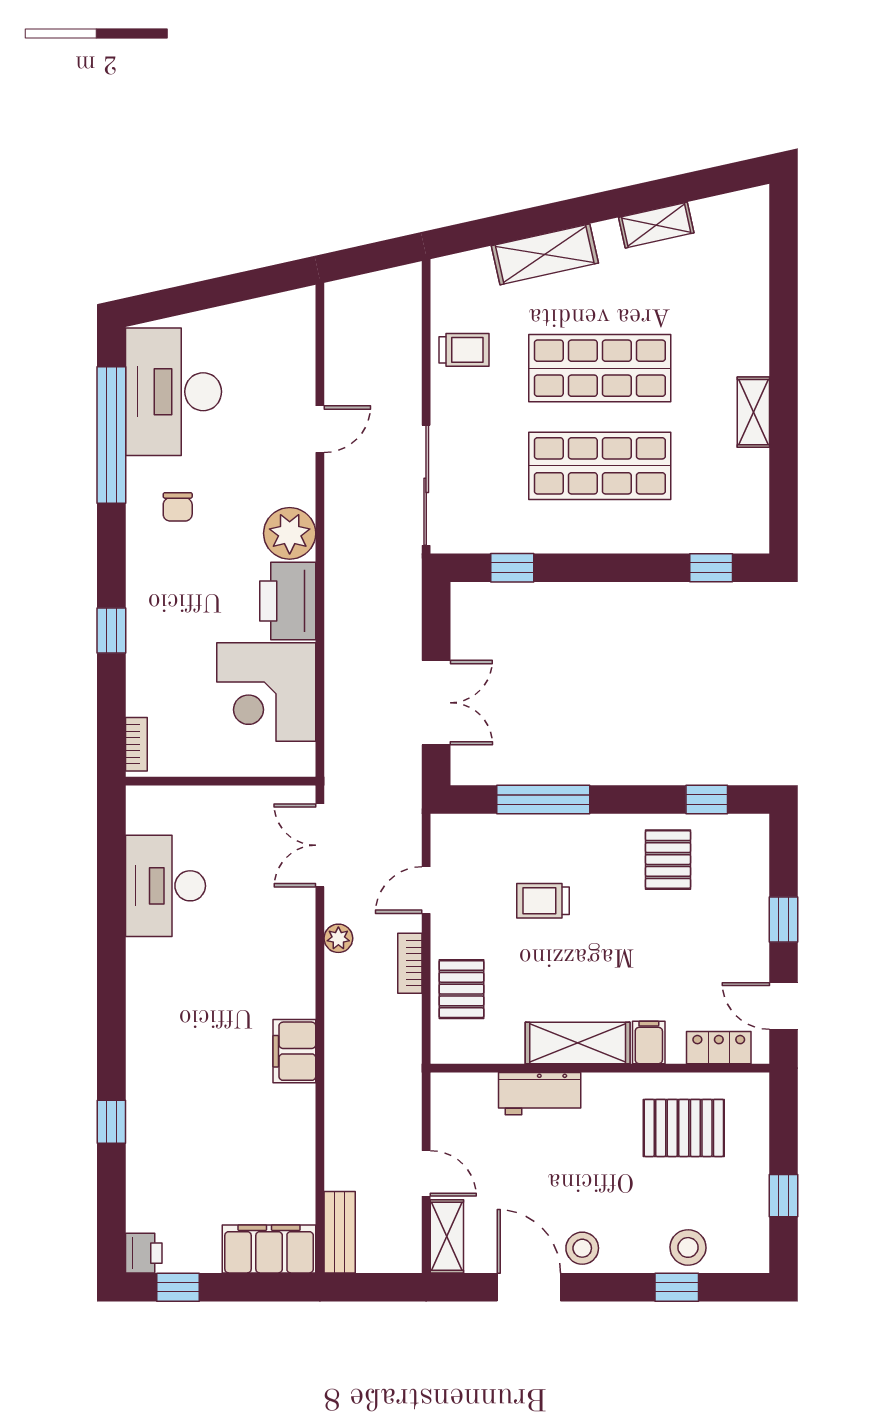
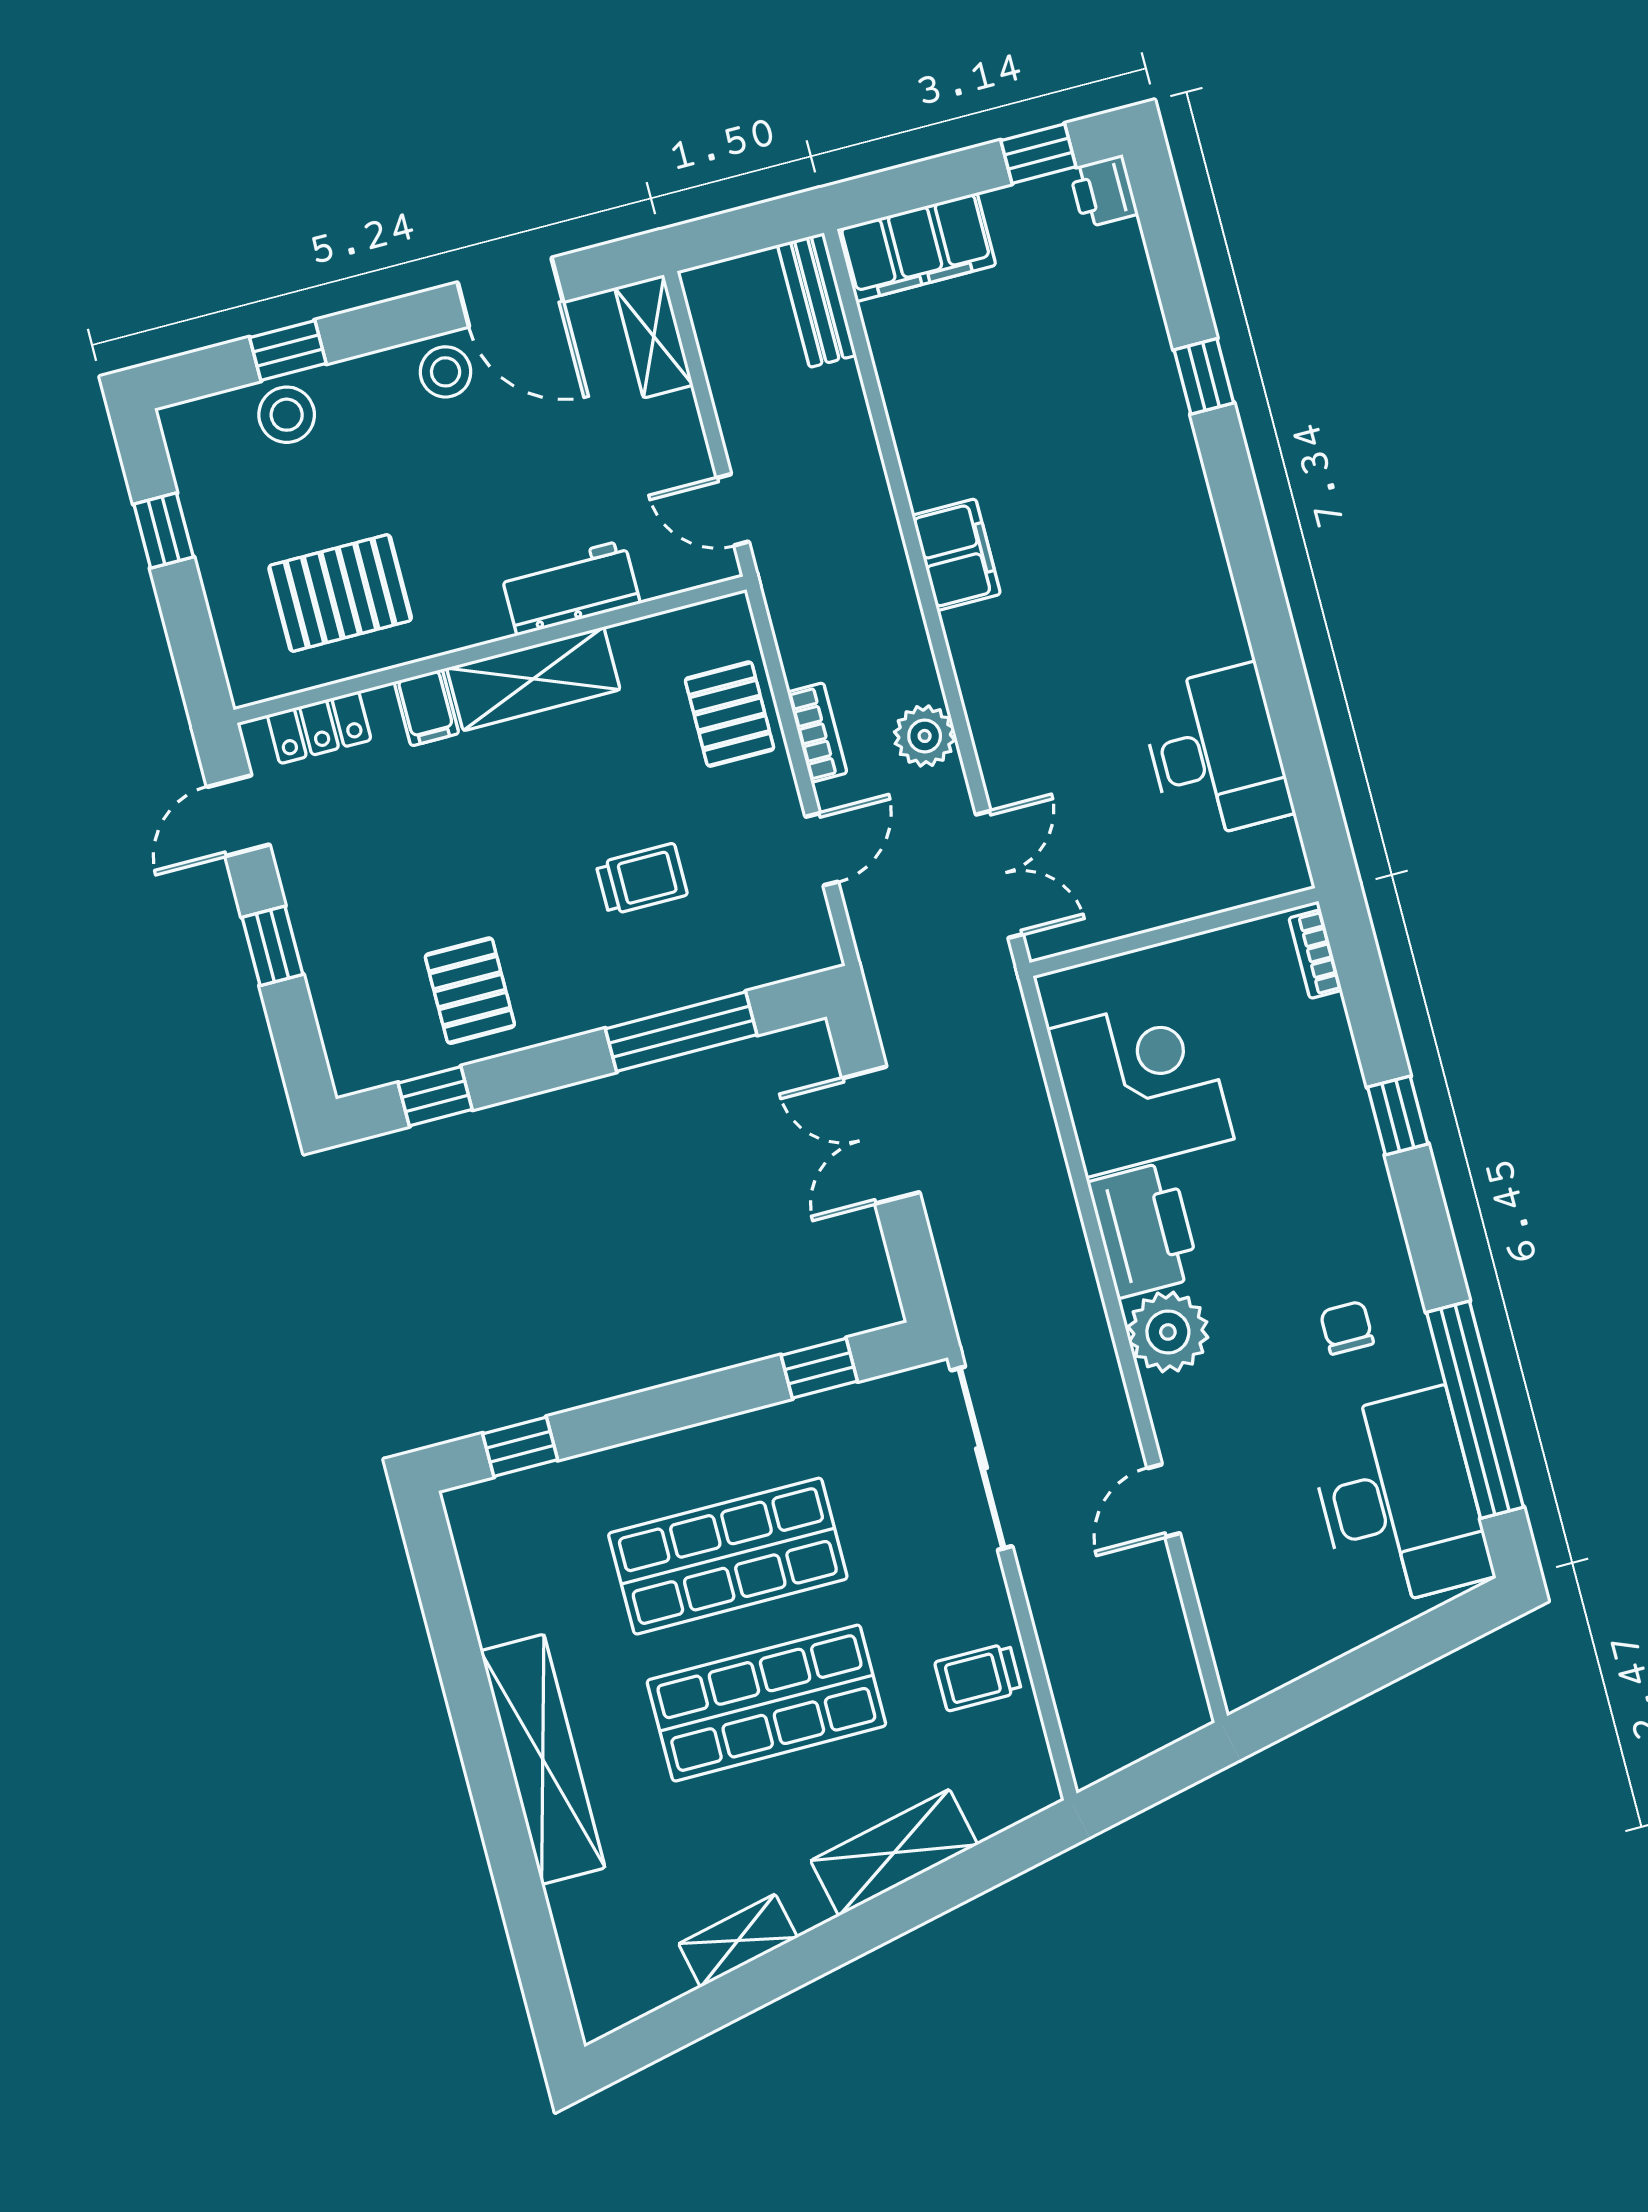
shelving: (753, 412) -> (543, 1759), width x2.20, depth x1.33
plant: (338, 938) -> (925, 736), width x1.38, depth x1.38
door: (783, 1006) -> (238, 816), swing flipped
door: (426, 1173) -> (733, 510), moved

